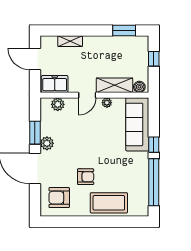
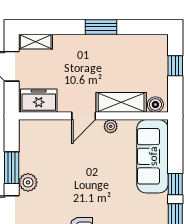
window: (124, 31) -> (101, 27), moved
shelving: (70, 41) -> (36, 42), moved
plant: (58, 104) -> (43, 129), removed

